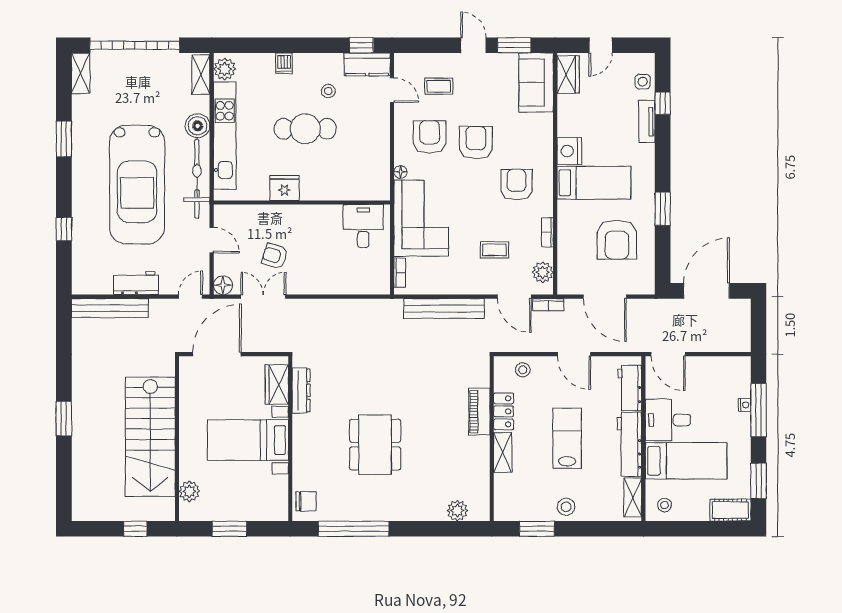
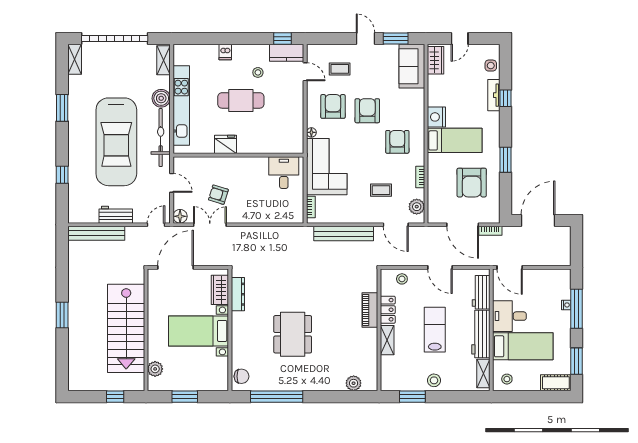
plant: (225, 69) -> (181, 56), removed
window: (663, 103) -> (506, 98), moved
bookcase: (548, 305) -> (490, 231), moved

